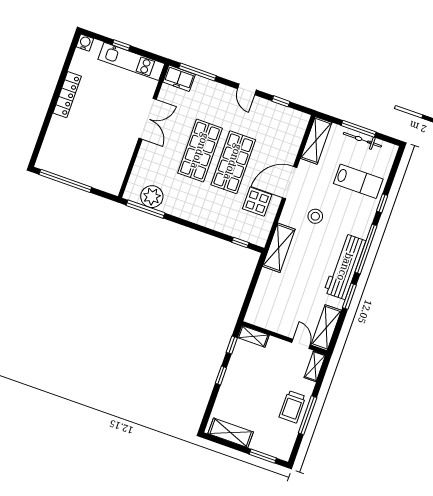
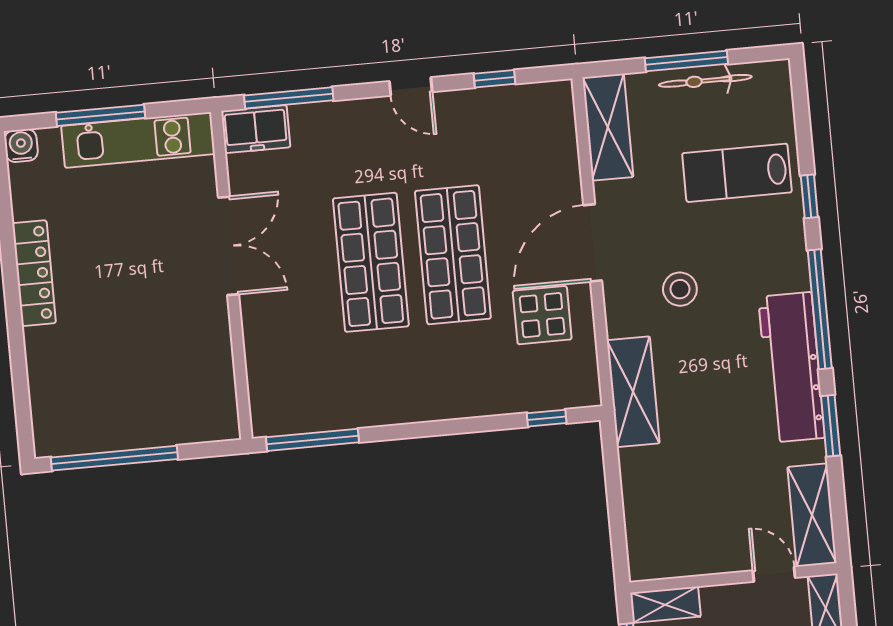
window: (121, 45) -> (101, 115), width x2.17
lab bench: (358, 181) -> (737, 173), turned 180
plant: (152, 197) -> (314, 407), removed

